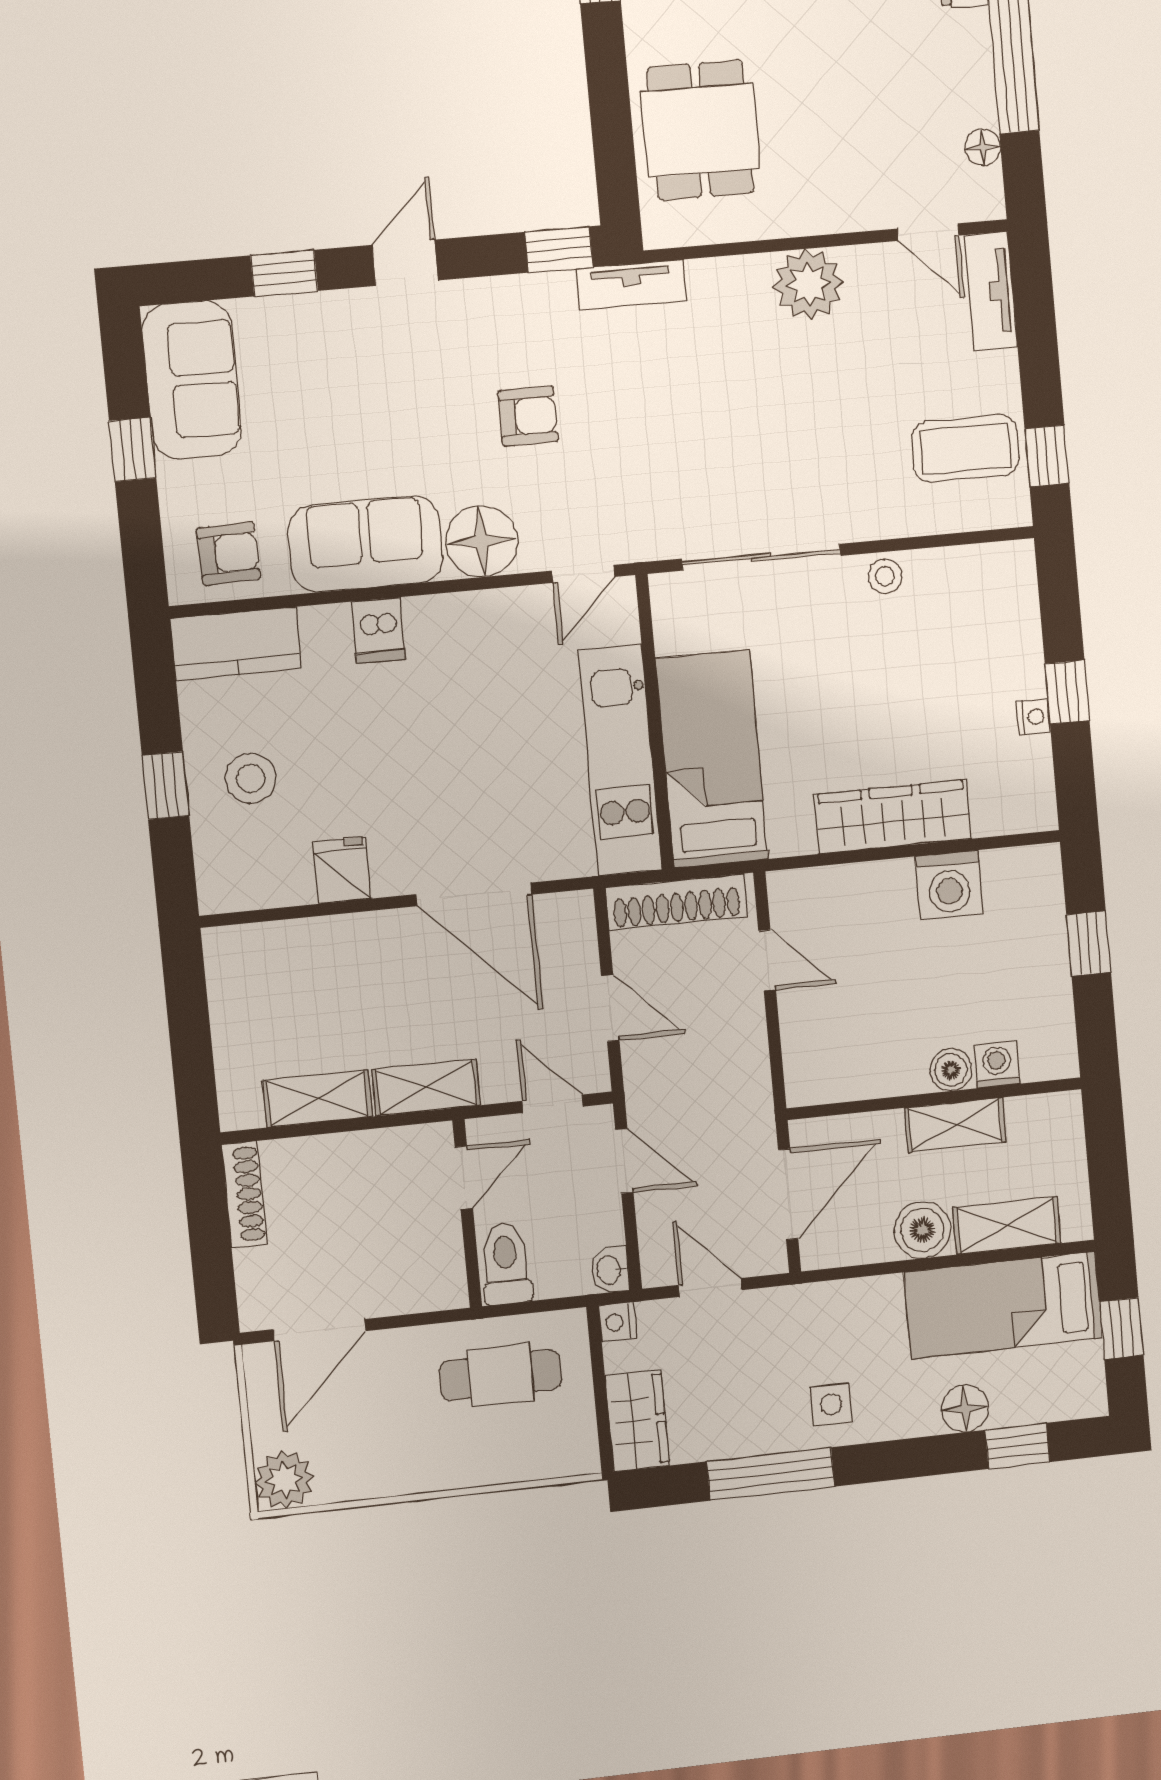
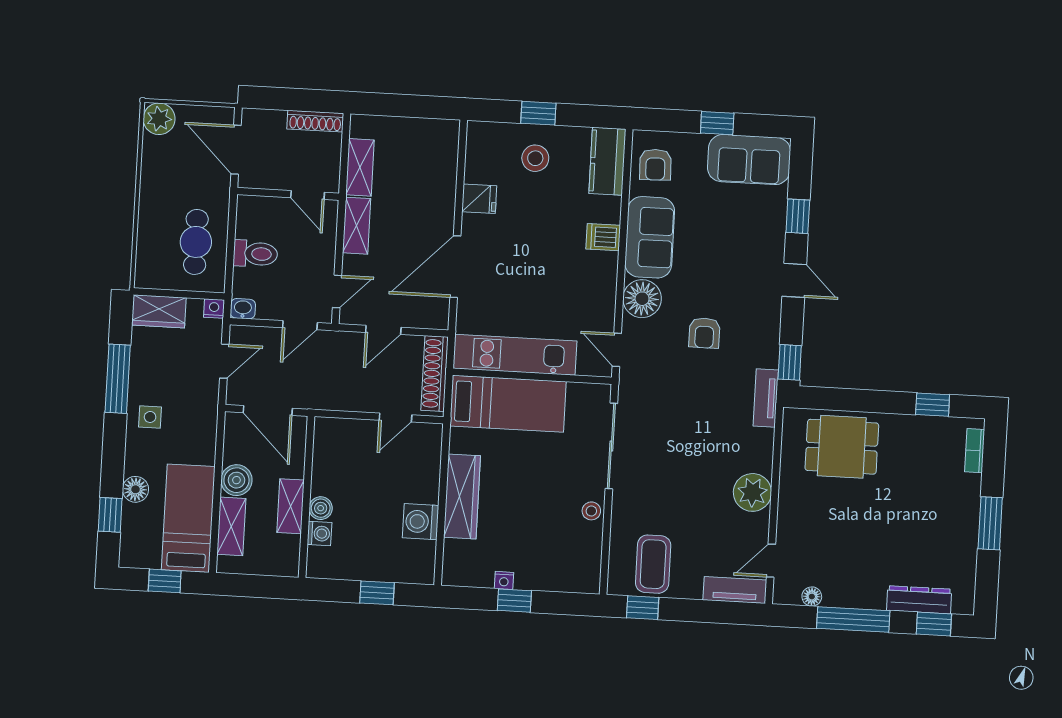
door: (464, 1178) -> (308, 195), moved
wall: (467, 1213) -> (288, 194), moved

